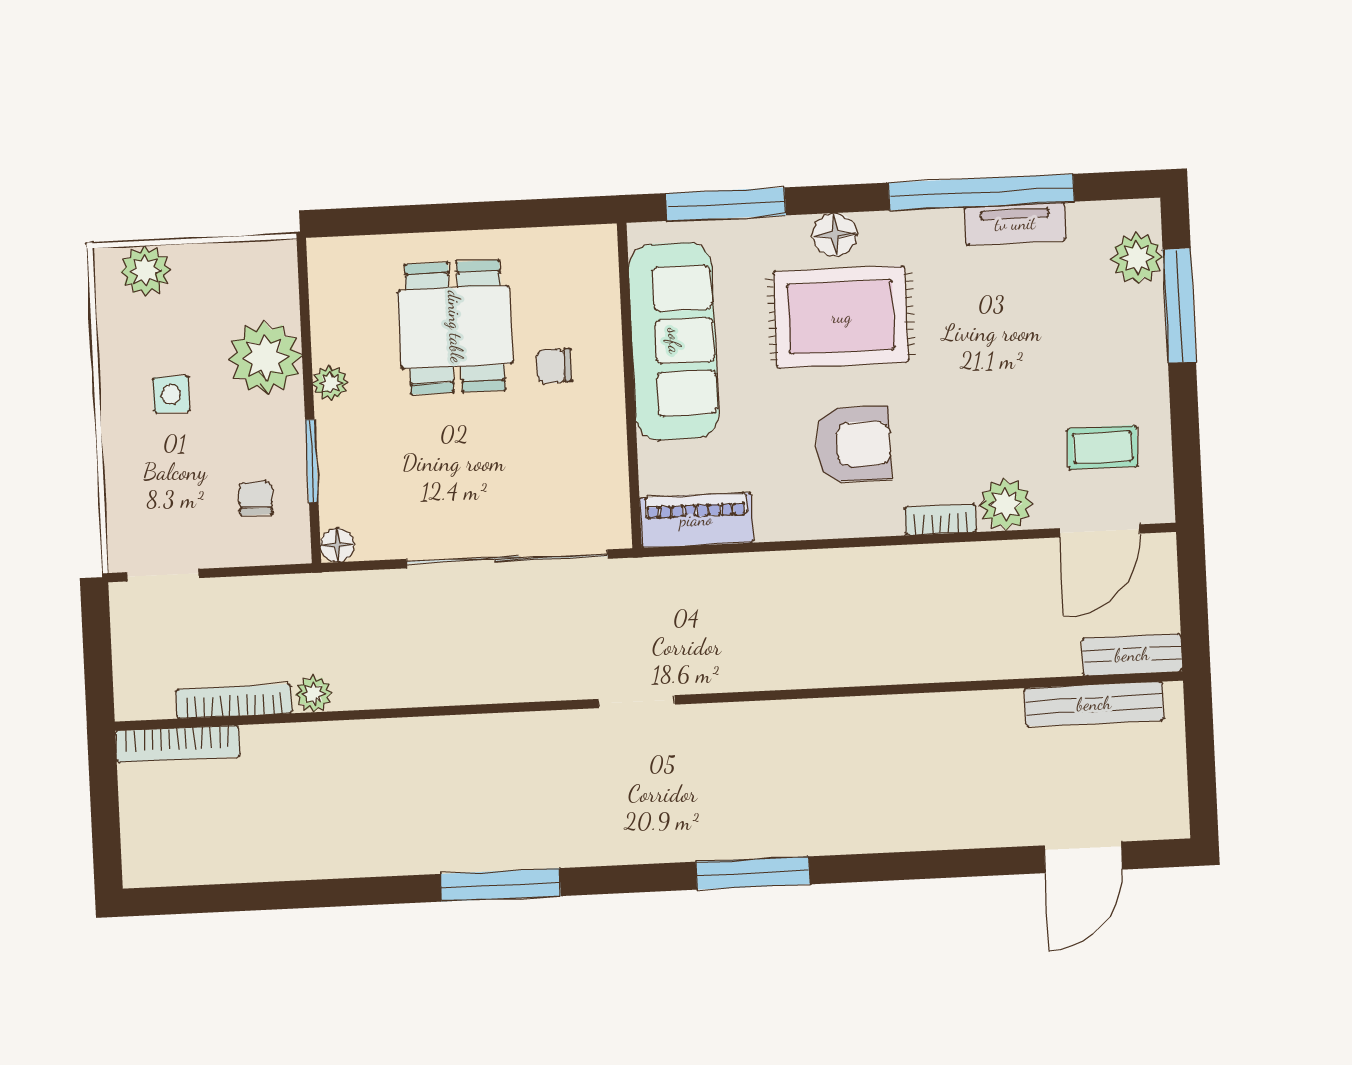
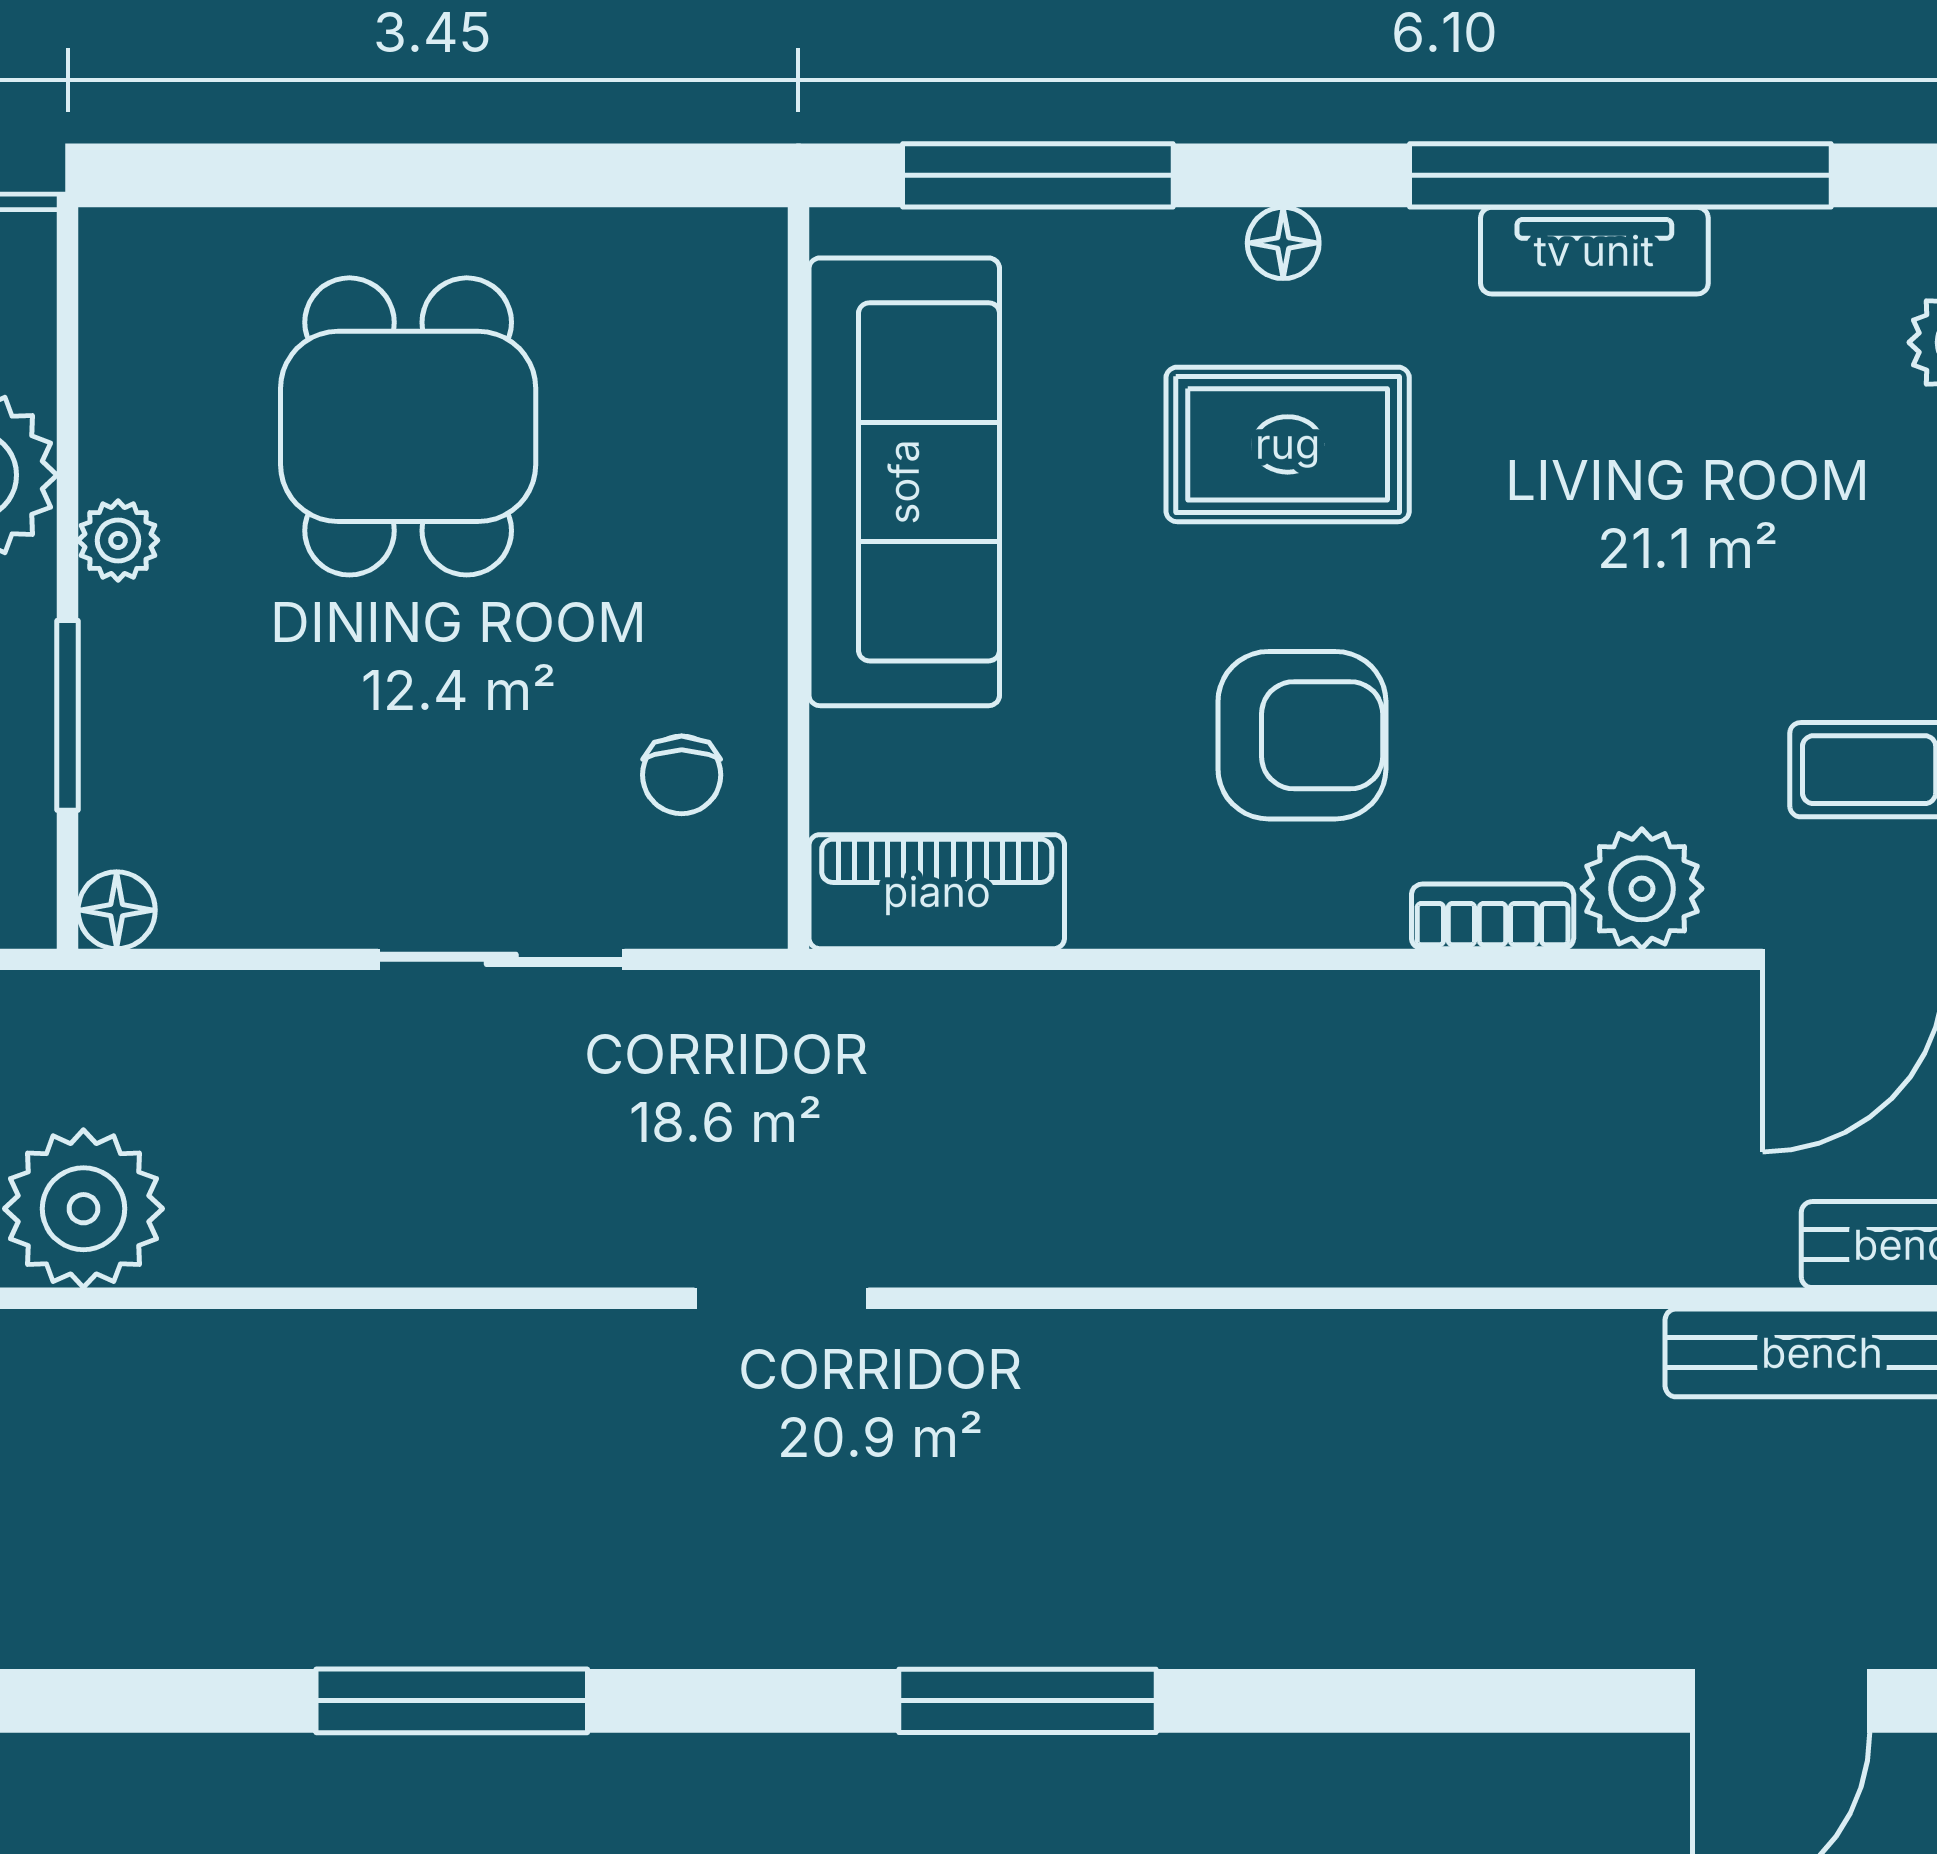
tv unit: (1015, 224) -> (1594, 251), moved
floor lamp: (835, 235) -> (1283, 243), width x0.73, depth x0.73
rug: (841, 317) -> (1288, 444), width x0.73, depth x0.70
chair: (554, 366) -> (682, 775), moved, turned -90
sliding door: (507, 559) -> (501, 959), width x0.54
plant: (314, 694) -> (83, 1209), width x1.88, depth x1.88

